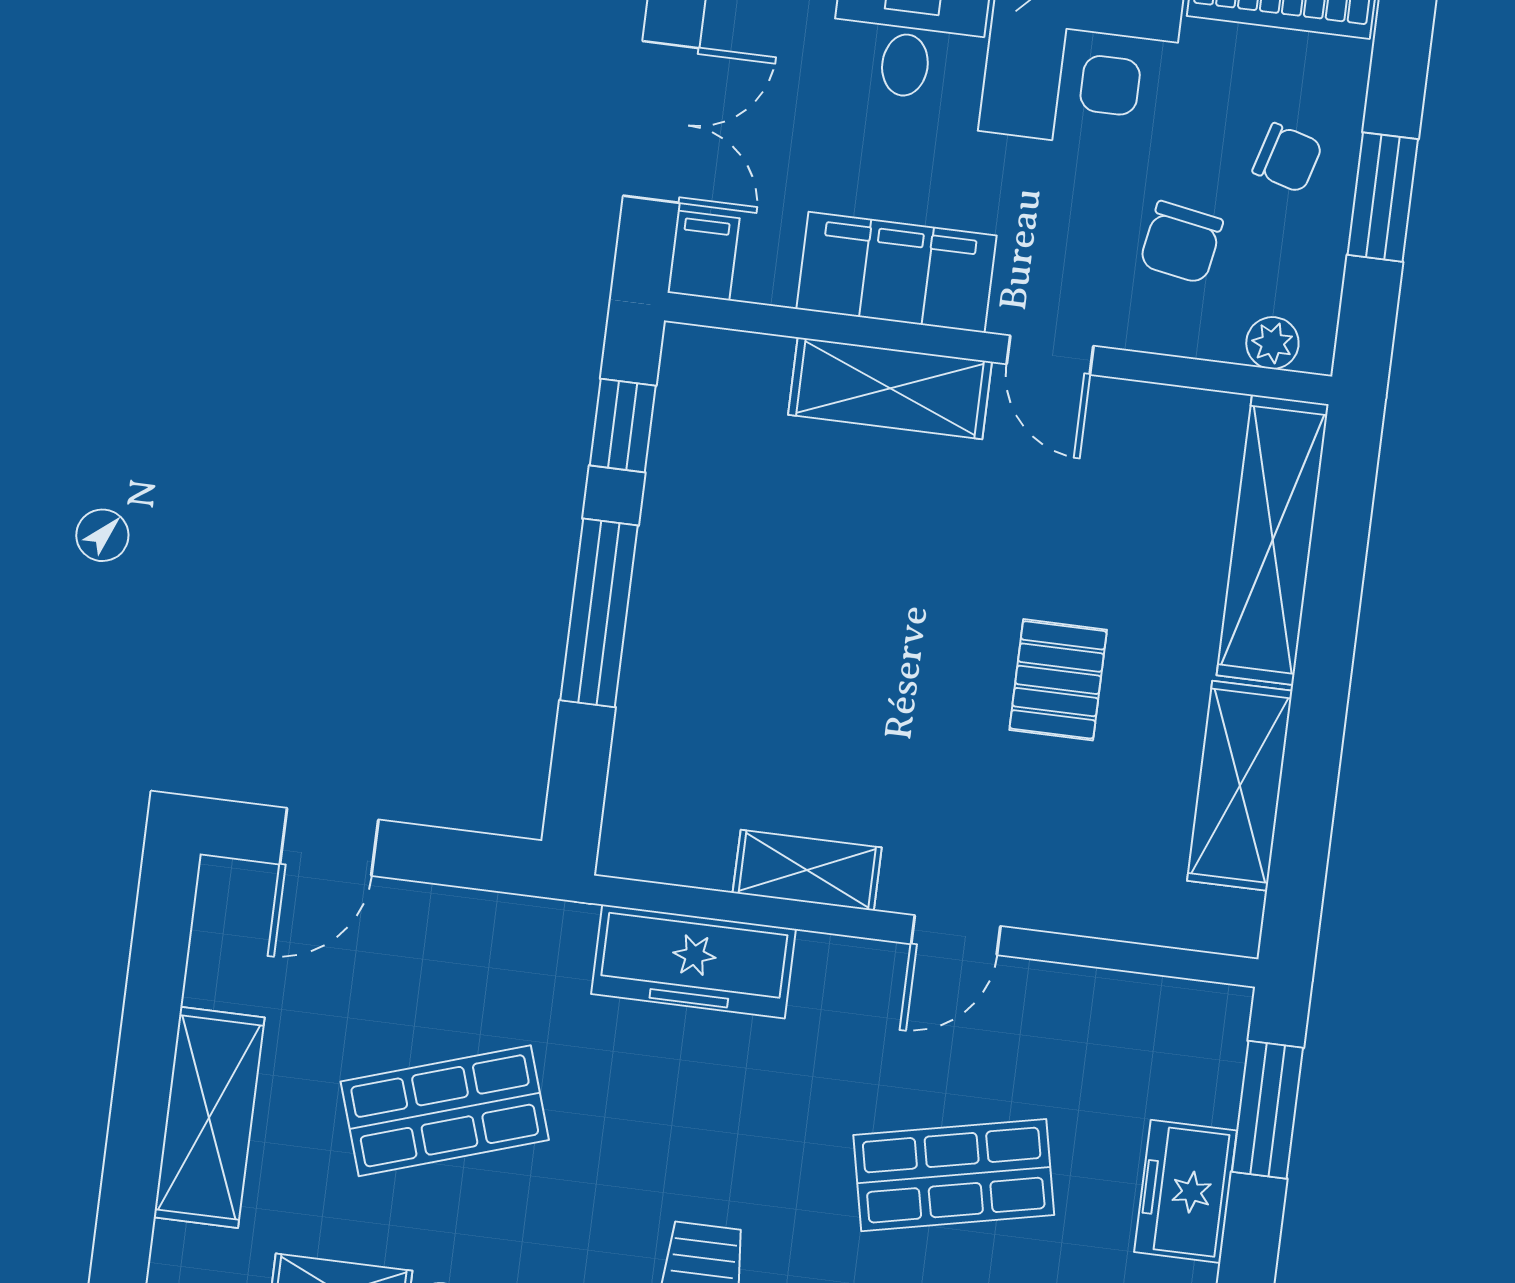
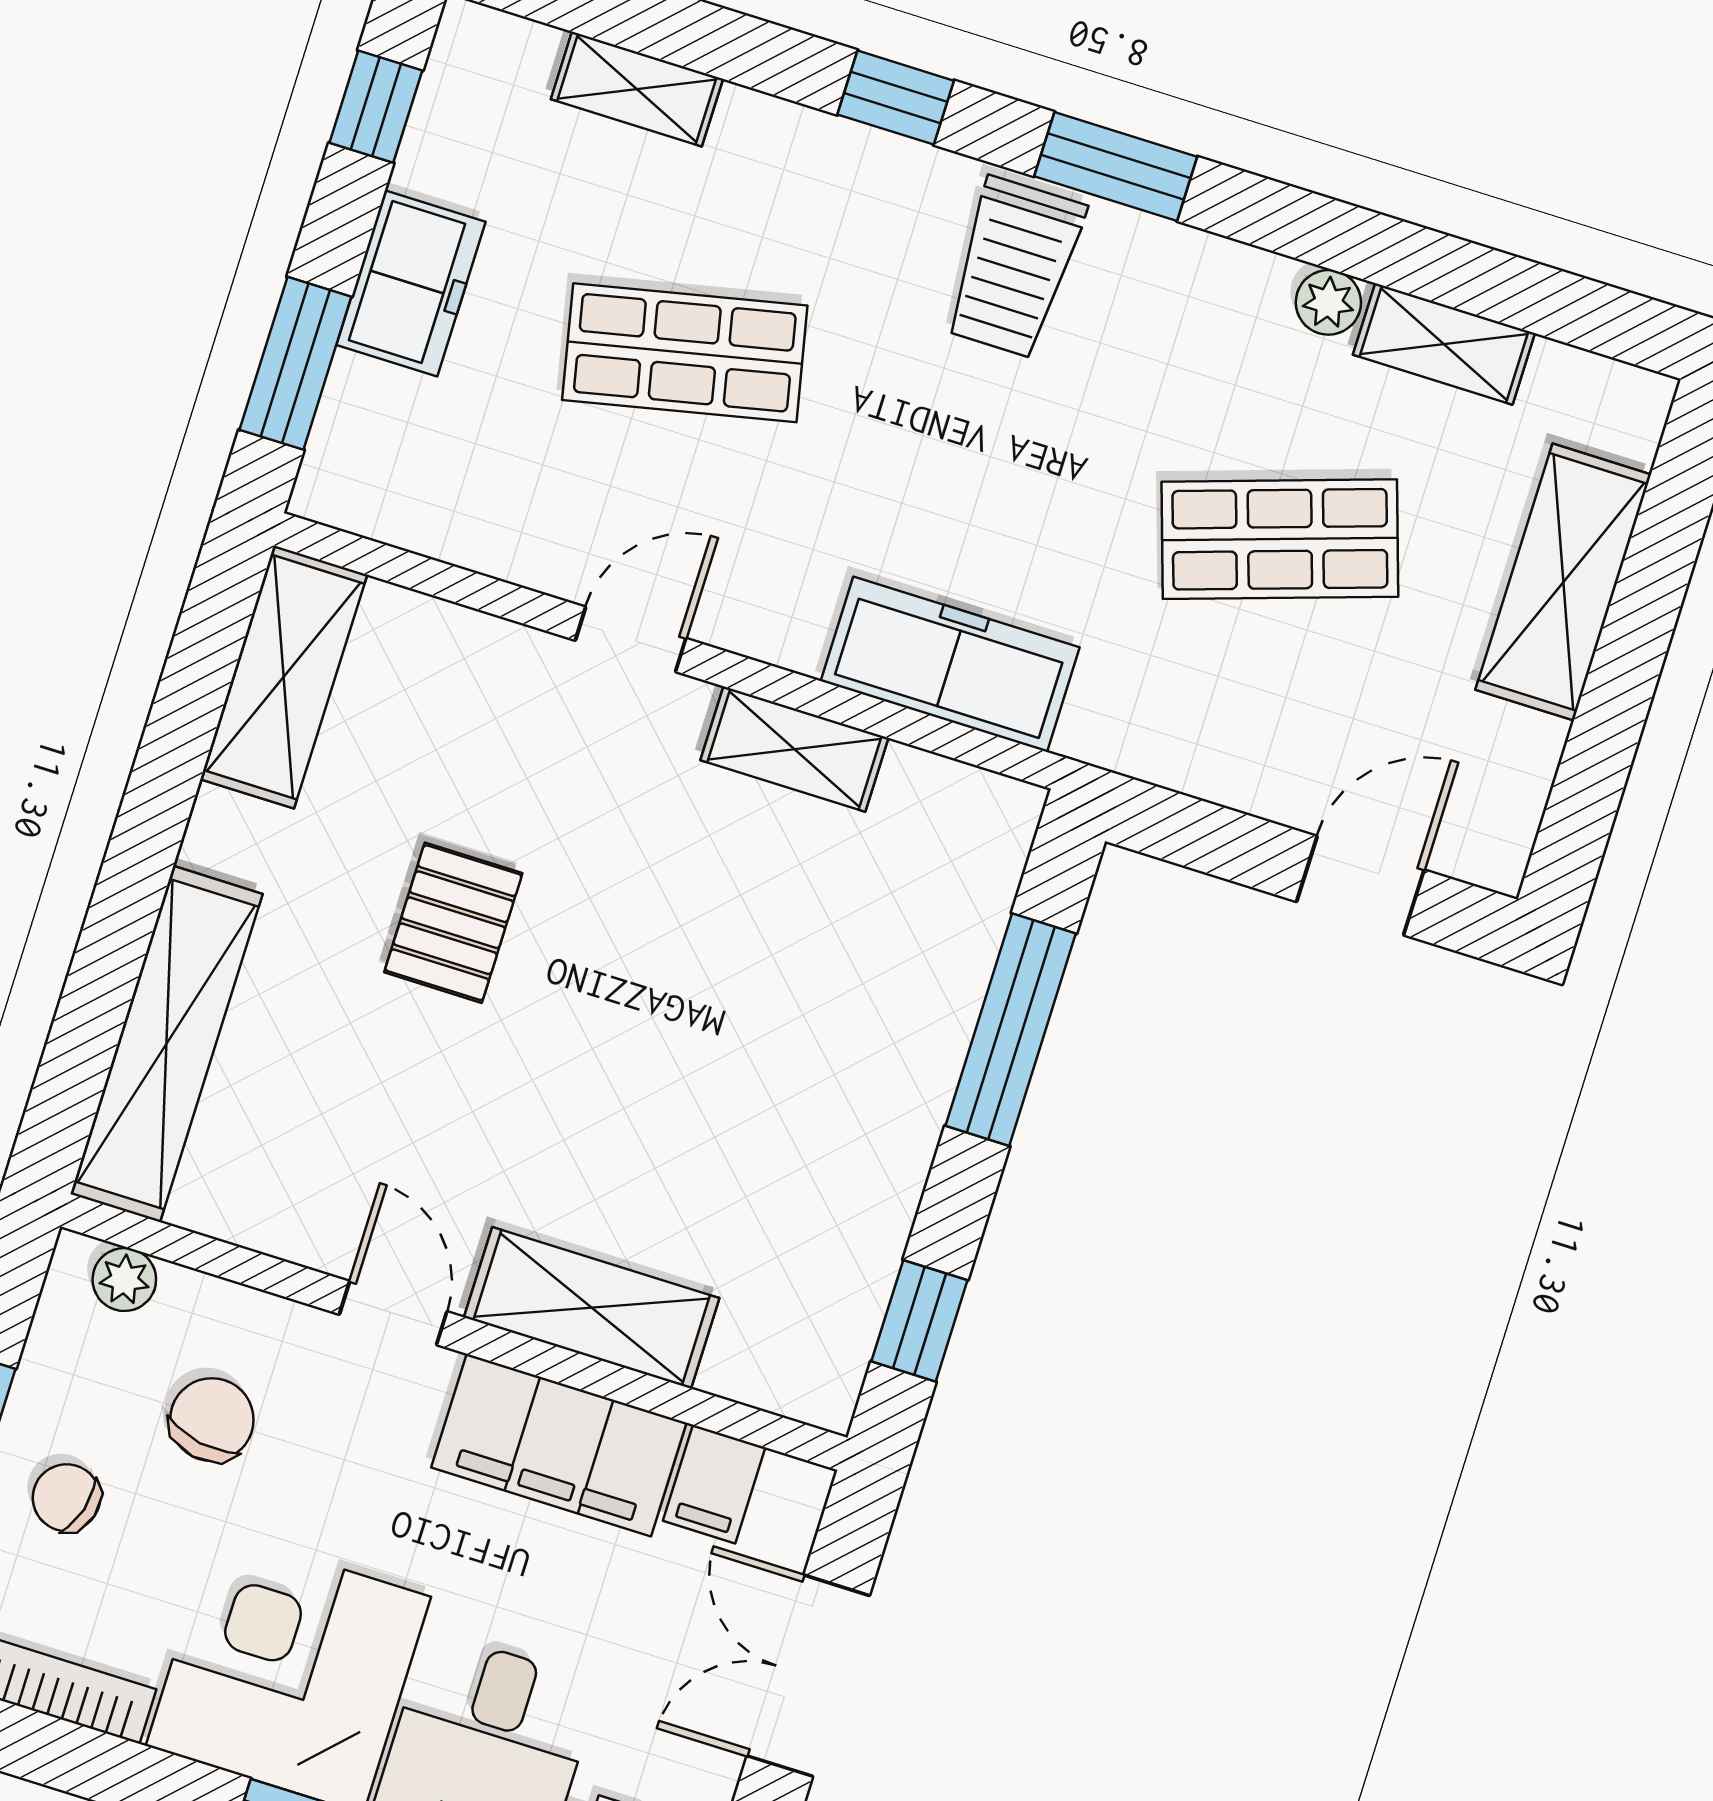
filing cabinet: (703, 256) -> (714, 1484), moved
window: (599, 613) -> (1011, 1030), moved
shelving: (1240, 786) -> (284, 677), moved

